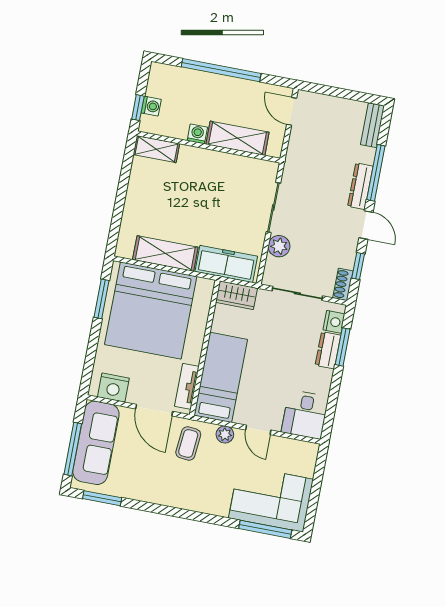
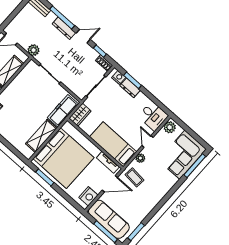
plant: (279, 246) -> (34, 50), moved
door: (258, 430) -> (147, 142), swing flipped
plant: (303, 452) -> (170, 127), added

